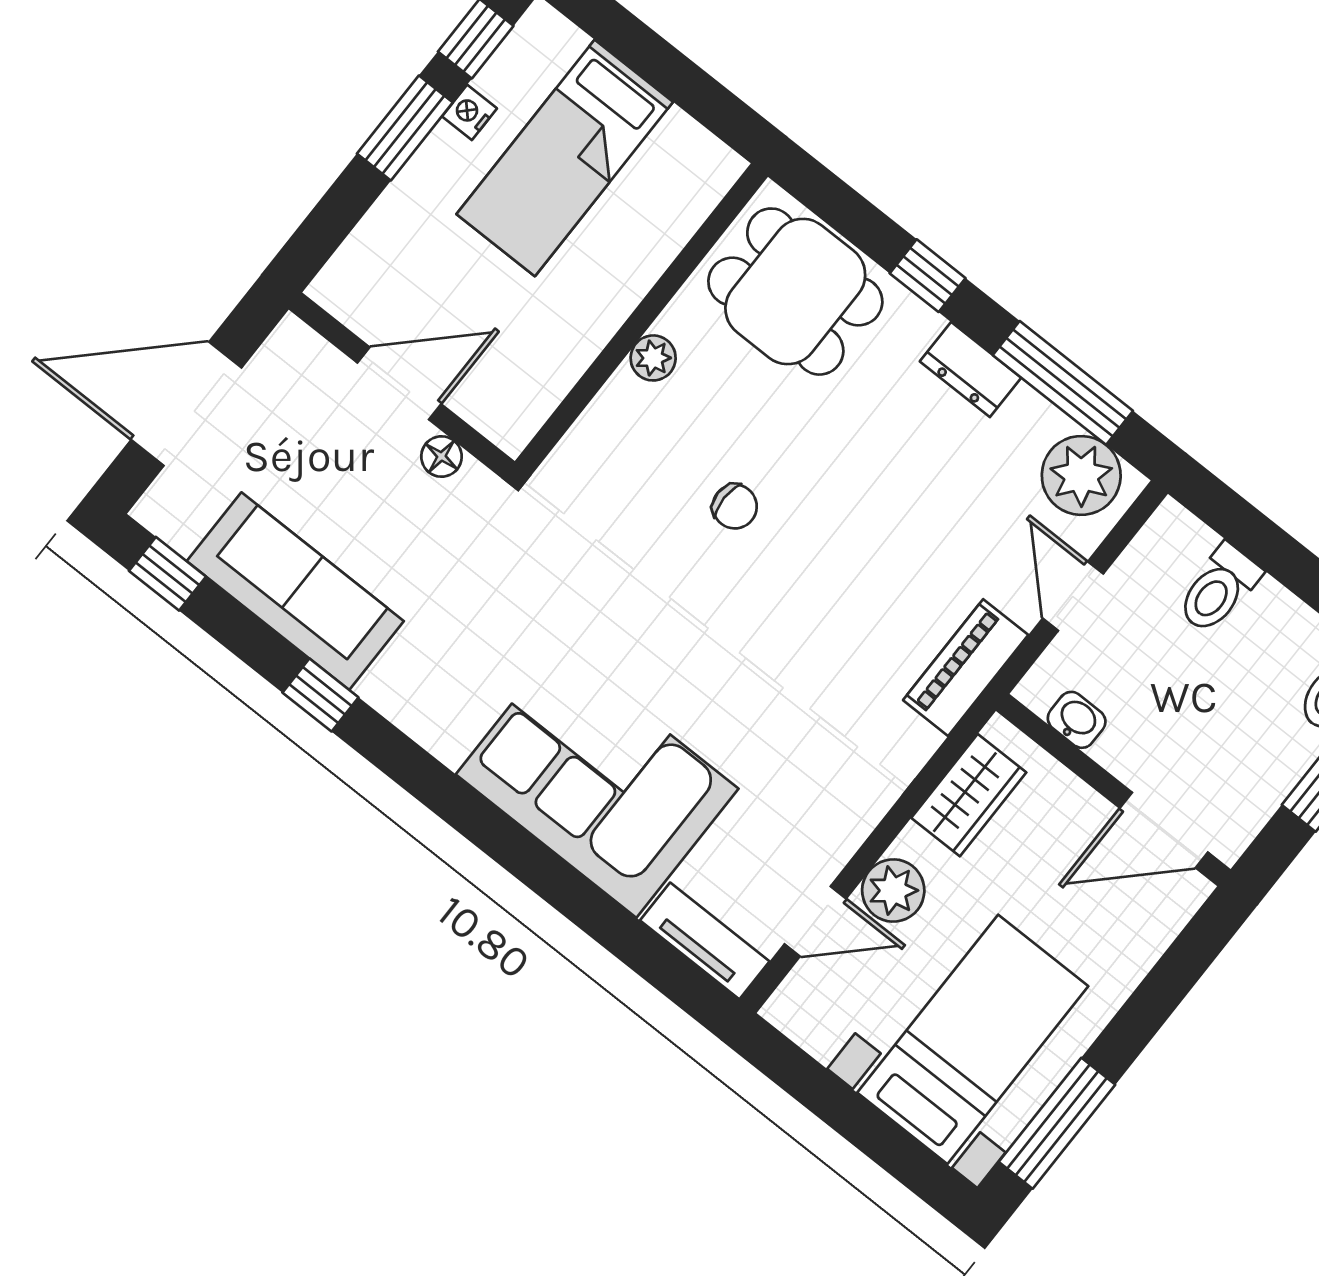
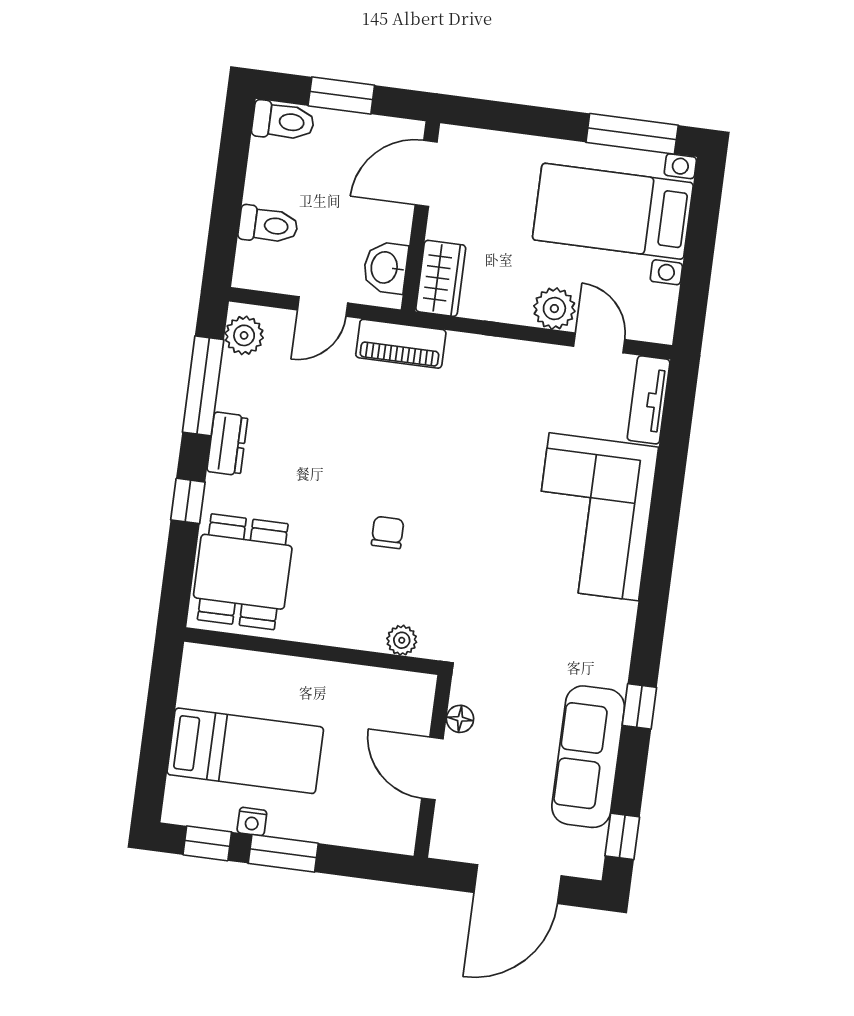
plant: (653, 358) -> (402, 640), moved
door: (186, 404) -> (518, 884), hinge flipped
plant: (1081, 475) -> (244, 335), width x0.73, depth x0.73
washbasin: (1077, 720) -> (385, 268), width x1.38, depth x1.45
wardrobe: (969, 795) -> (441, 278), moved, turned 90
door: (1164, 830) -> (426, 173), swing flipped

